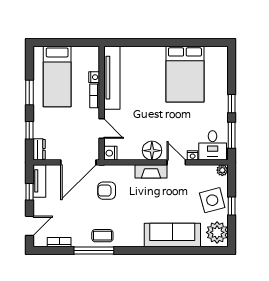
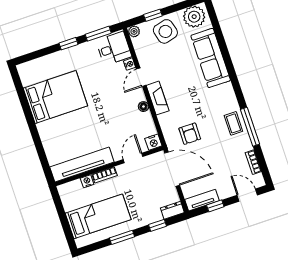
floor lamp: (152, 151) -> (143, 107), width x0.53, depth x0.53
window: (232, 206) -> (153, 15), moved

